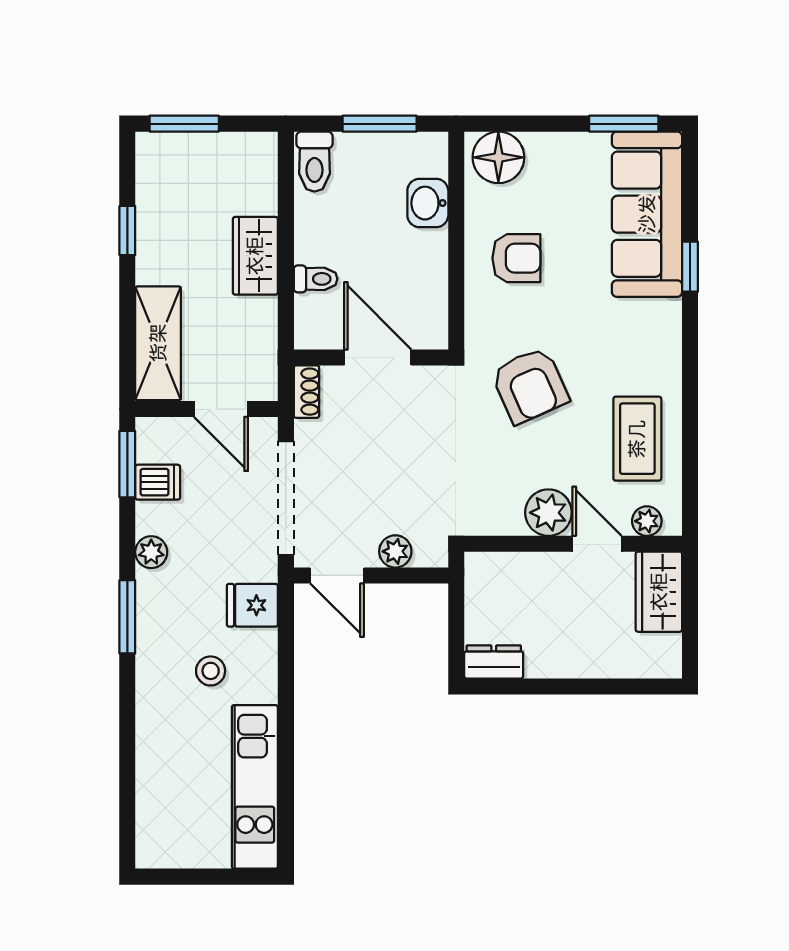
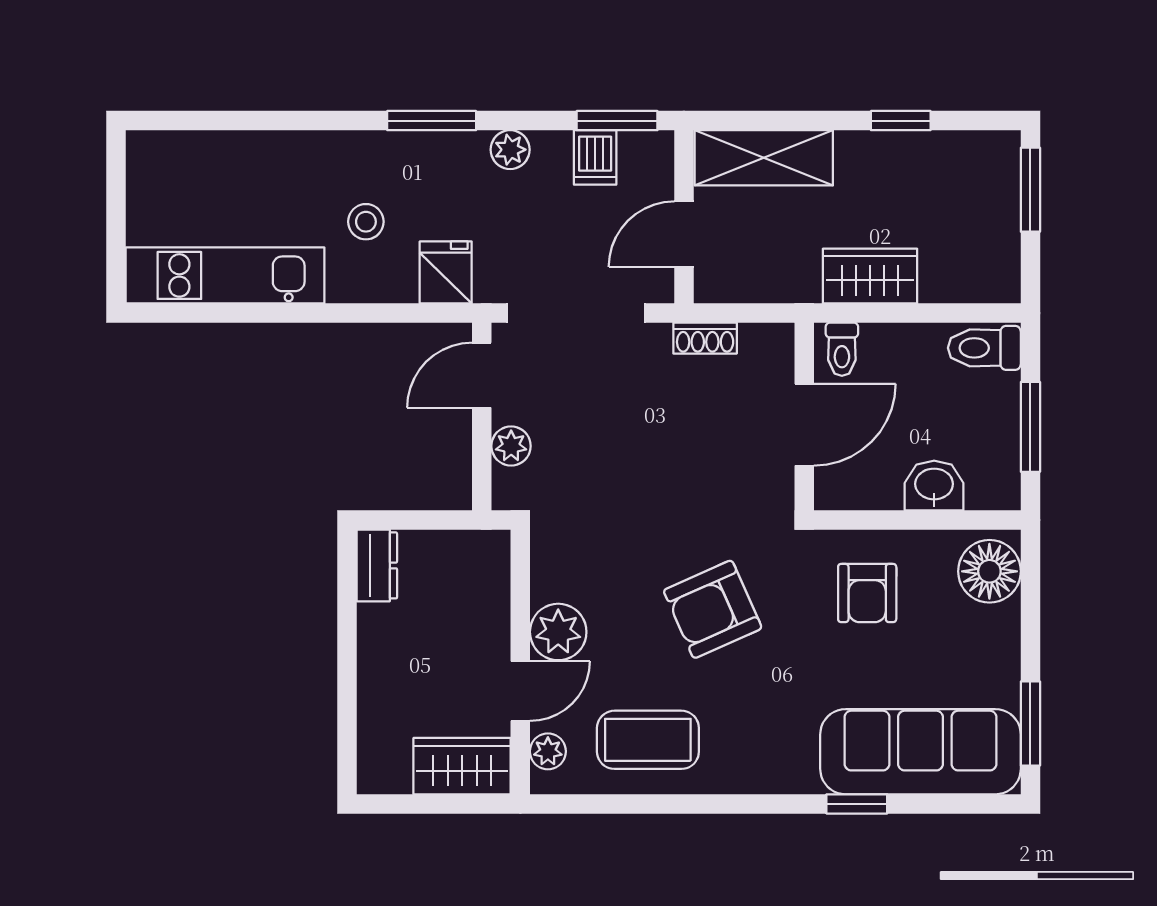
wall: (371, 357) -> (804, 417), moved
door: (378, 357) -> (804, 425), moved

